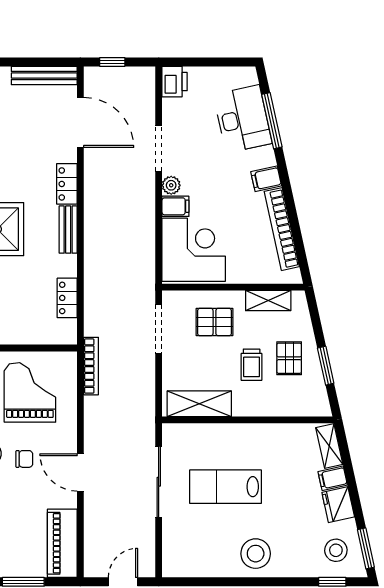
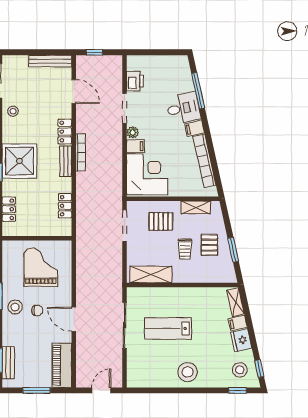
printer: (175, 82) -> (135, 81), moved
desk: (243, 119) -> (183, 108), moved, width x0.73
door: (80, 122) -> (74, 92), width x0.73
bookcase: (91, 366) -> (81, 152), moved
window: (366, 548) -> (259, 369), width x0.67

